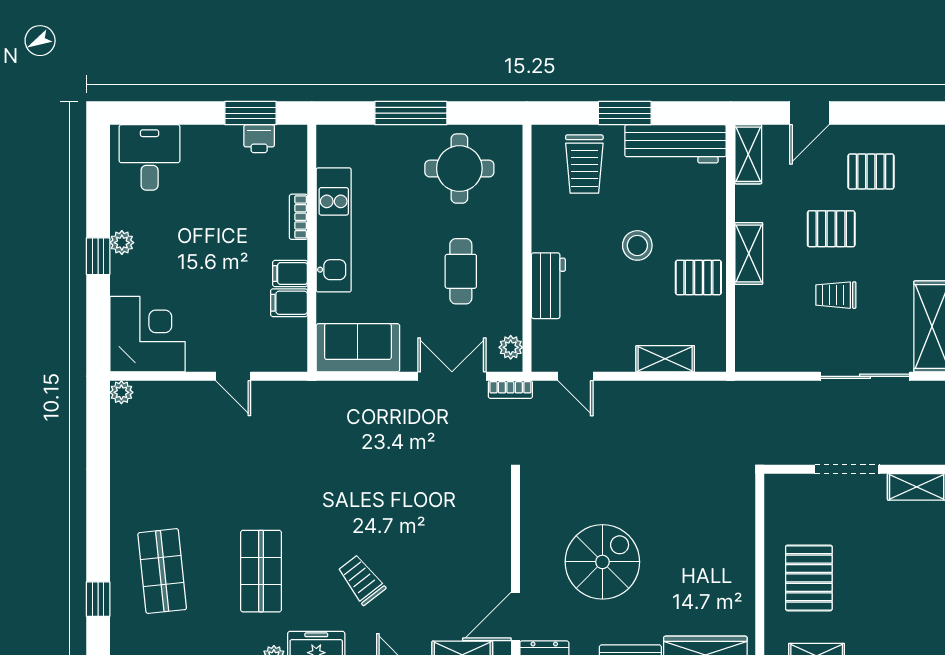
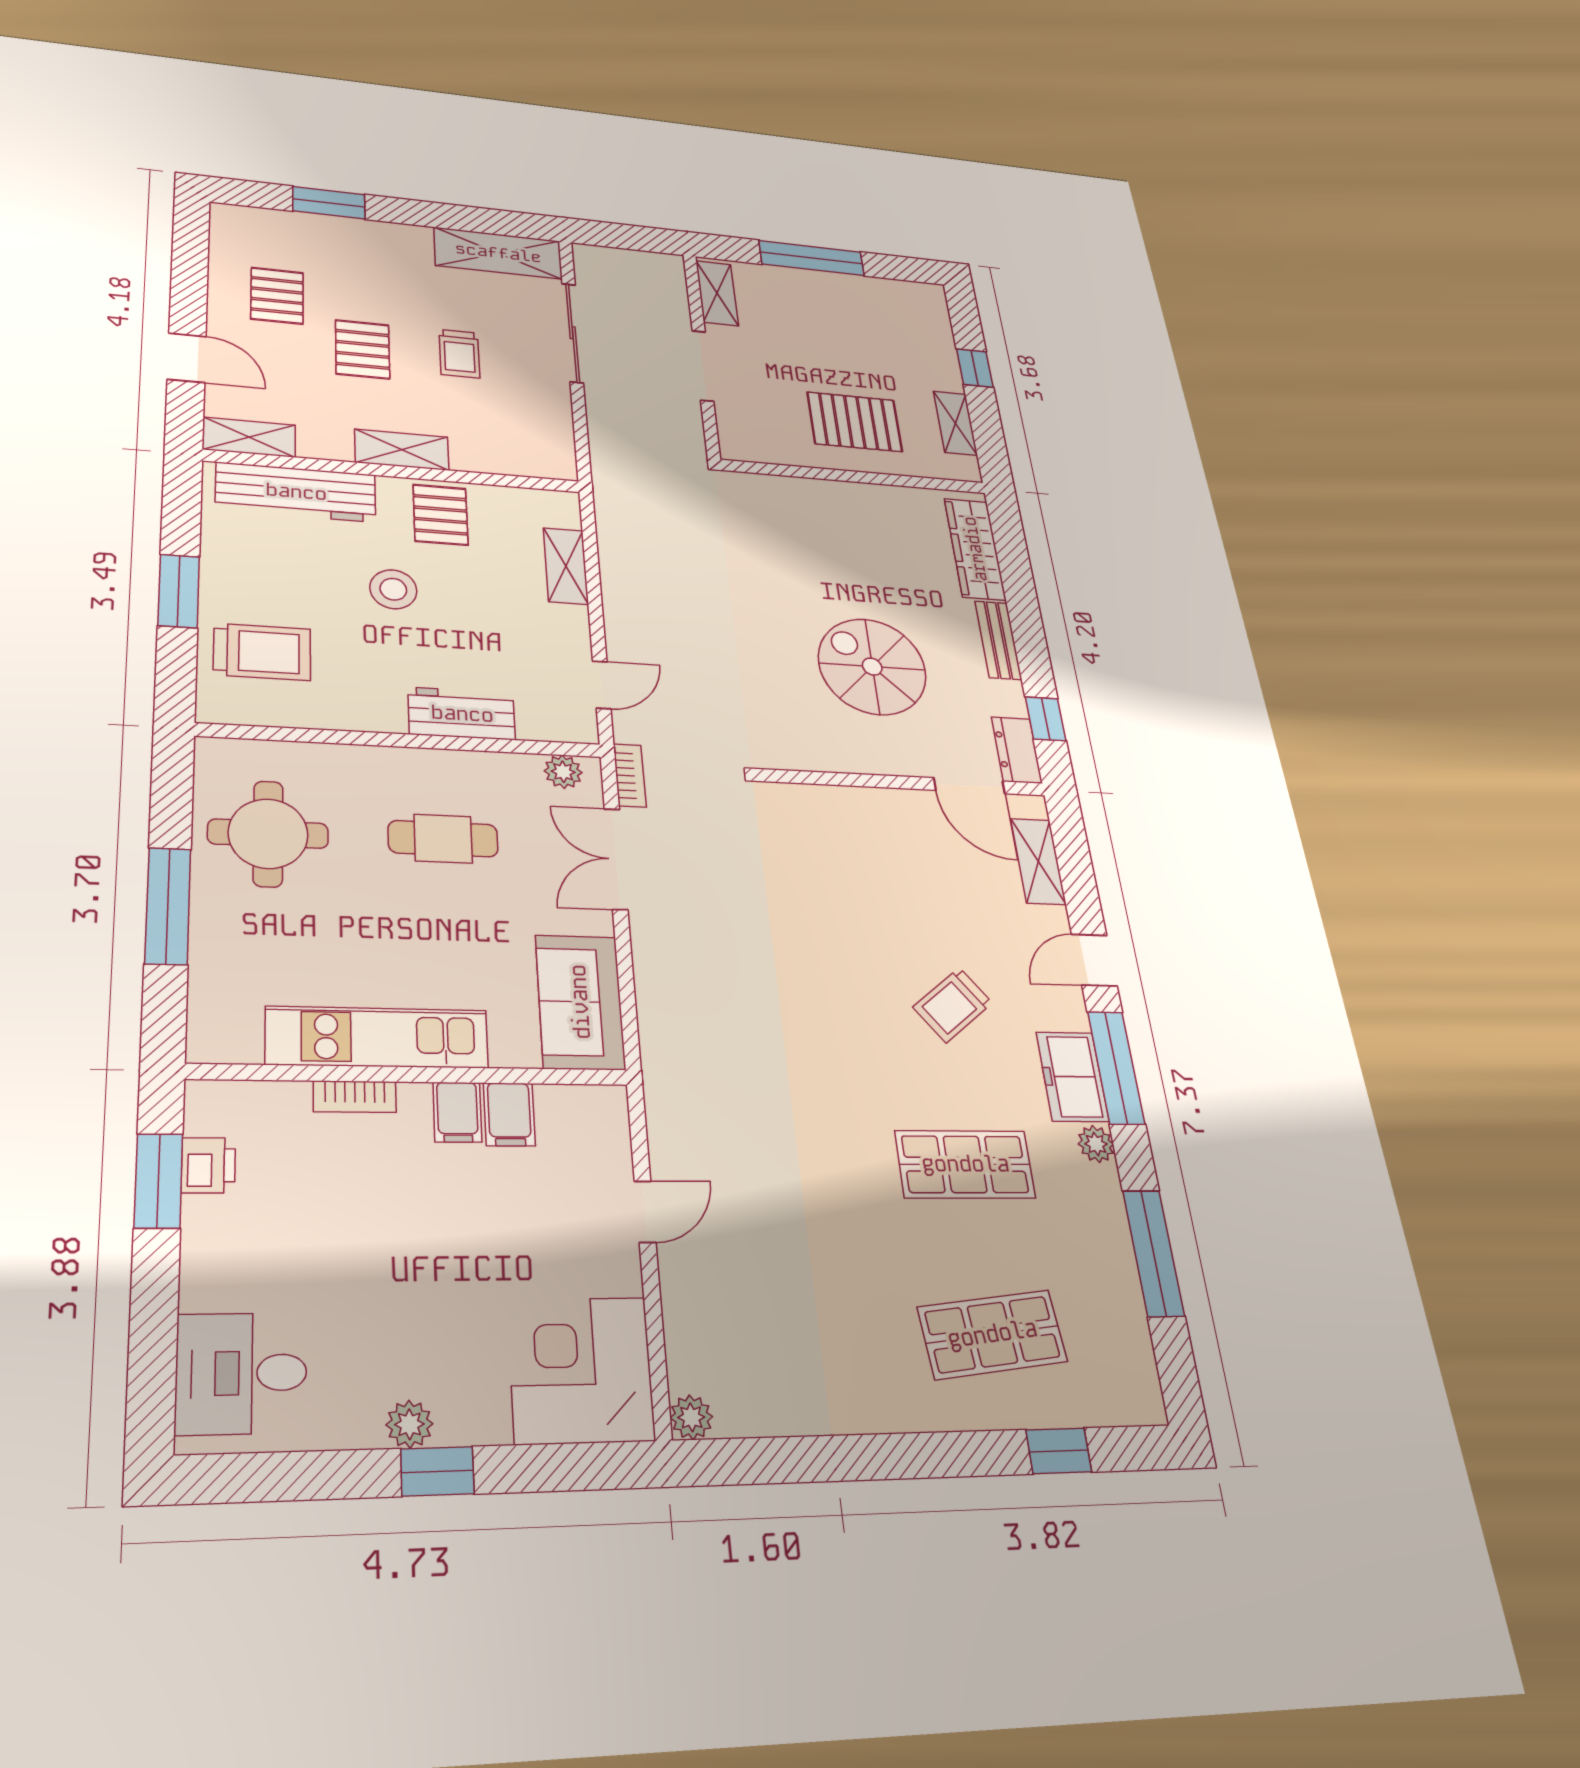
workbench: (676, 144) -> (296, 492), moved, turned 90

